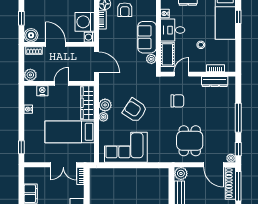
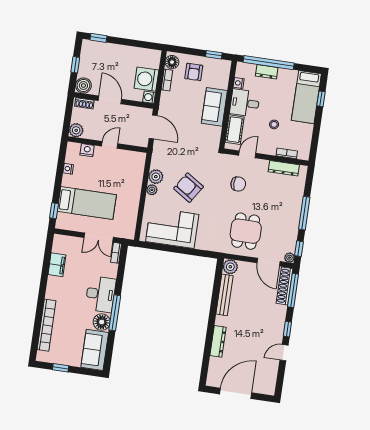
plant: (151, 59) -> (216, 132), removed
wardrobe: (88, 103) -> (136, 171), removed
bed: (70, 132) -> (87, 203), moved, turned 180

